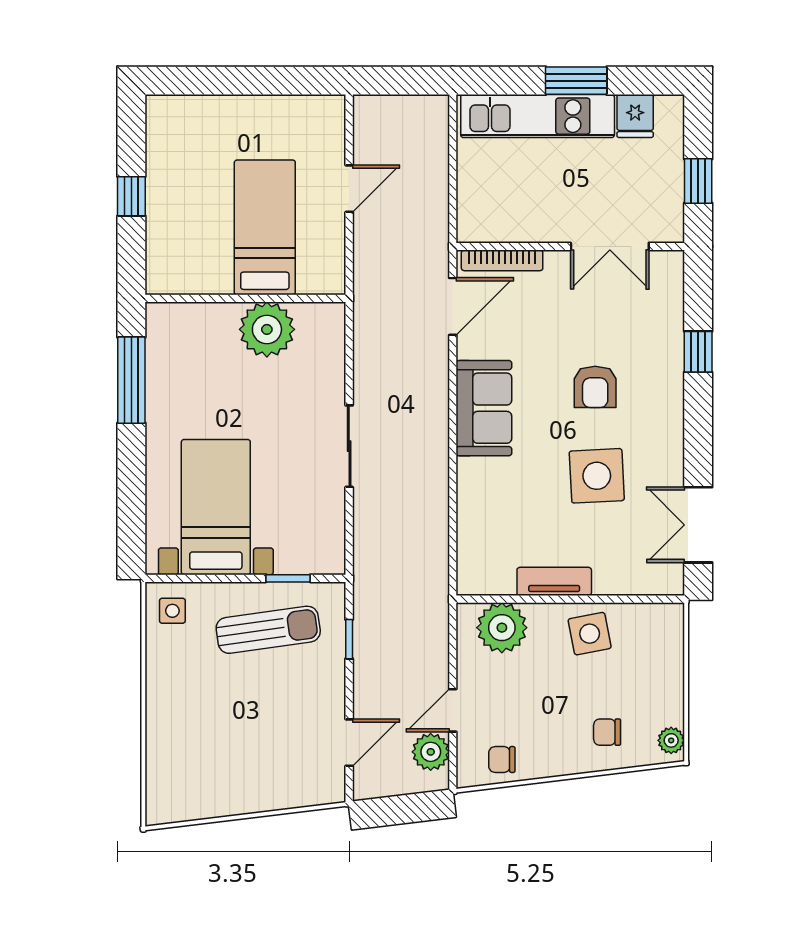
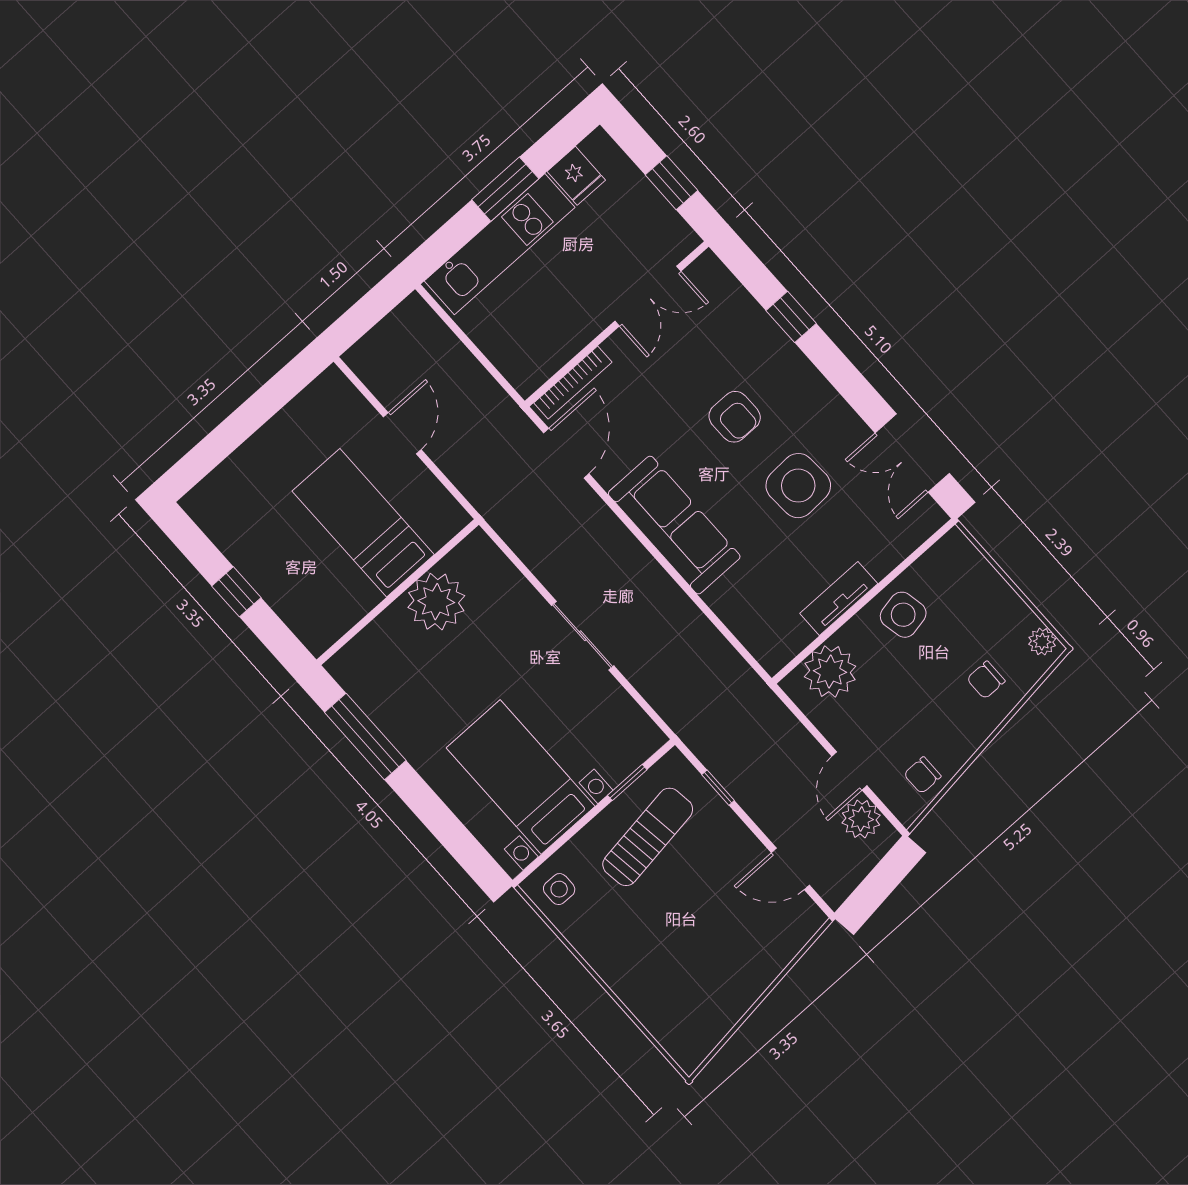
sofa: (484, 408) -> (674, 525), width x1.36
door: (349, 743) -> (790, 869), swing flipped

